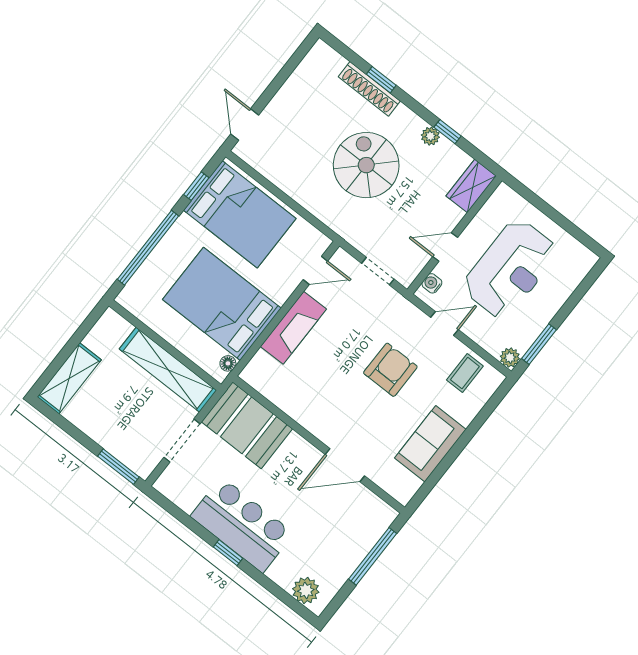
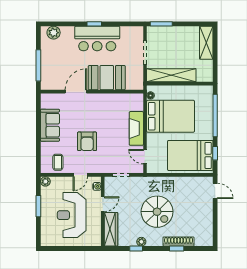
wardrobe: (471, 186) -> (111, 229), width x1.50
door: (315, 270) -> (145, 157), hinge flipped
window: (539, 344) -> (38, 206), moved
booth: (247, 425) -> (107, 78), moved

